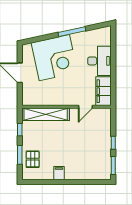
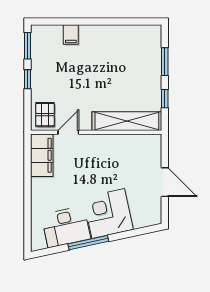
corner desk: (54, 58) -> (108, 214), width x0.74, depth x0.74
desk: (99, 61) -> (66, 227), moved, turned -102
pallet: (33, 159) -> (45, 115), moved
filing cabinet: (59, 173) -> (71, 35), moved

